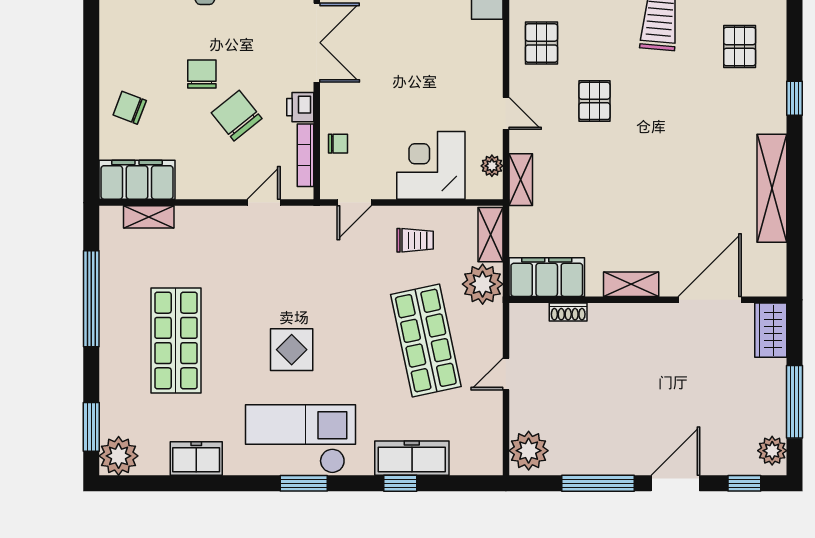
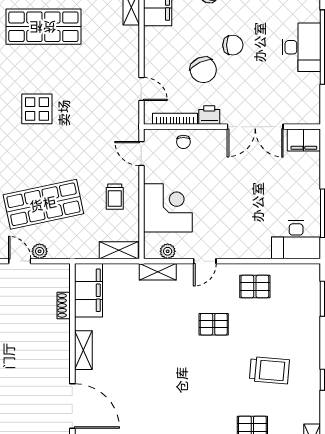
chair: (237, 116) -> (203, 70), turned 104
plant: (483, 284) -> (40, 251), moved, width x0.53, depth x0.53

